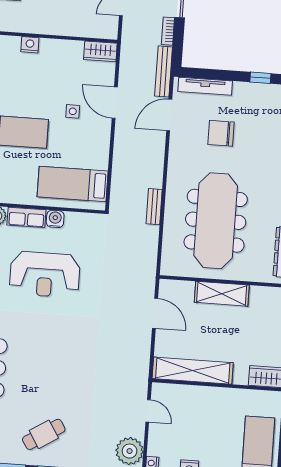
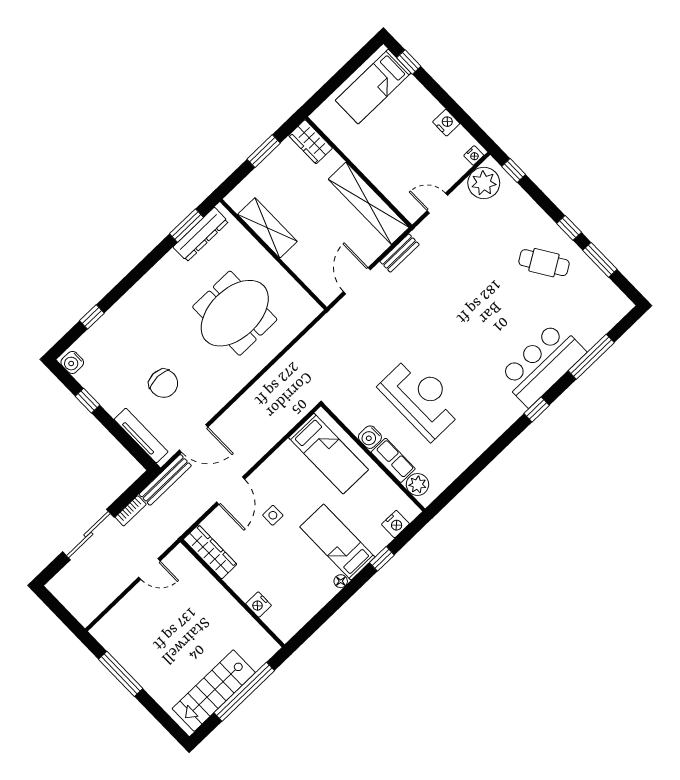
wardrobe: (100, 51) -> (210, 552), width x1.50
bench: (154, 207) -> (400, 253), moved
meeting table: (216, 221) -> (235, 313), width x0.73
shelving: (222, 294) -> (267, 228), moved
door: (148, 411) -> (437, 203), hinge flipped

